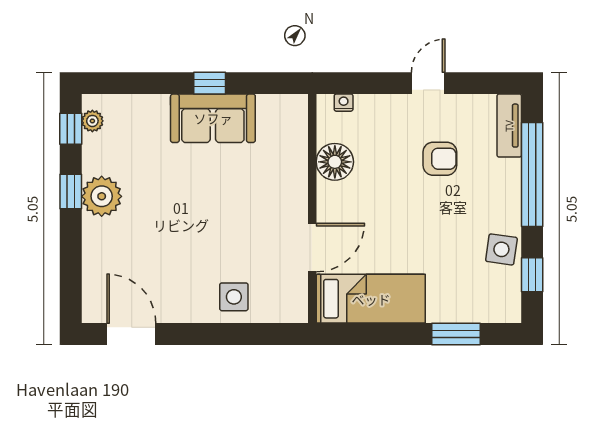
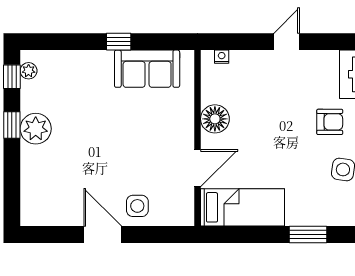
sofa: (213, 118) -> (147, 69), moved
armchair: (440, 159) -> (330, 122), moved
floor lamp: (335, 162) -> (215, 119), moved
door: (131, 334) -> (103, 235), moved

